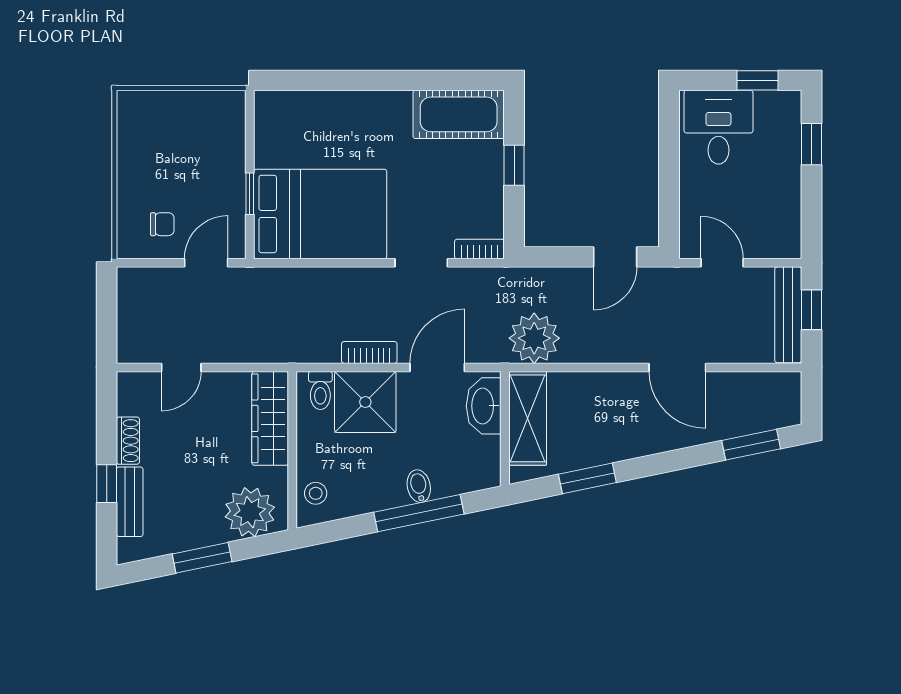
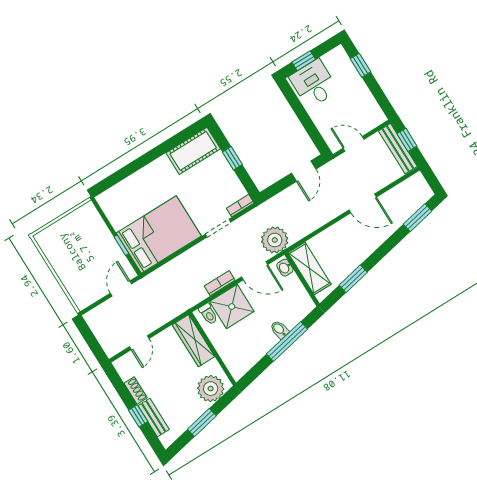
window: (758, 80) -> (304, 61), moved
chair: (162, 224) -> (90, 283), removed
plant: (534, 338) -> (275, 240), moved
door: (437, 367) -> (254, 271), swing flipped
washbasin: (484, 406) -> (285, 268), width x0.52, depth x0.69
stool: (316, 493) -> (235, 362), removed

